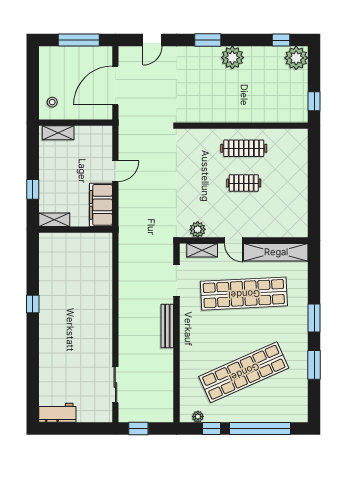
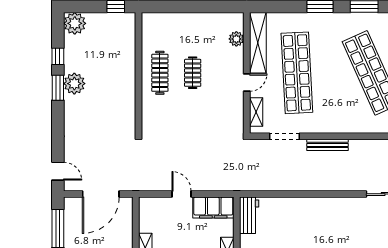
door: (152, 40) -> (58, 171), moved
window: (208, 40) -> (58, 88), moved
window: (281, 40) -> (58, 56), moved
door: (115, 86) -> (101, 194), hinge flipped
plant: (198, 229) -> (236, 39), moved
workbench: (93, 243) -> (249, 215), added

